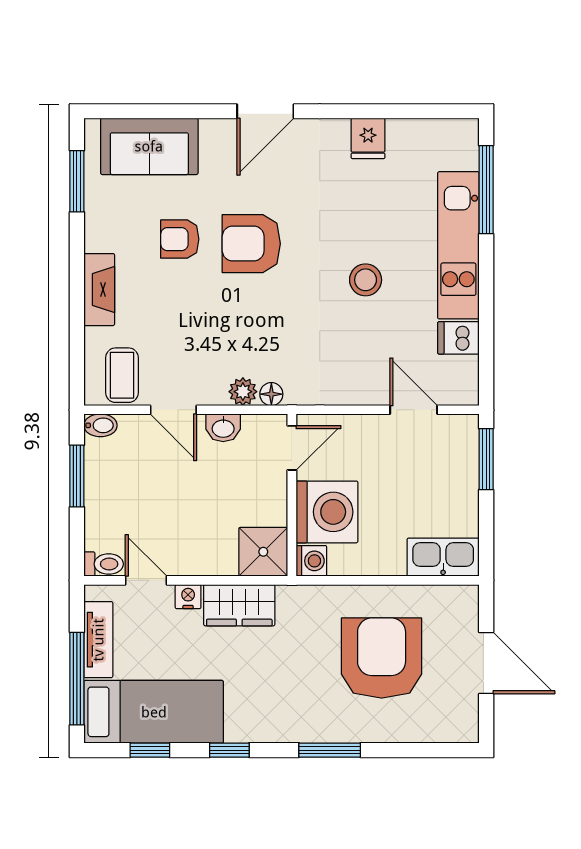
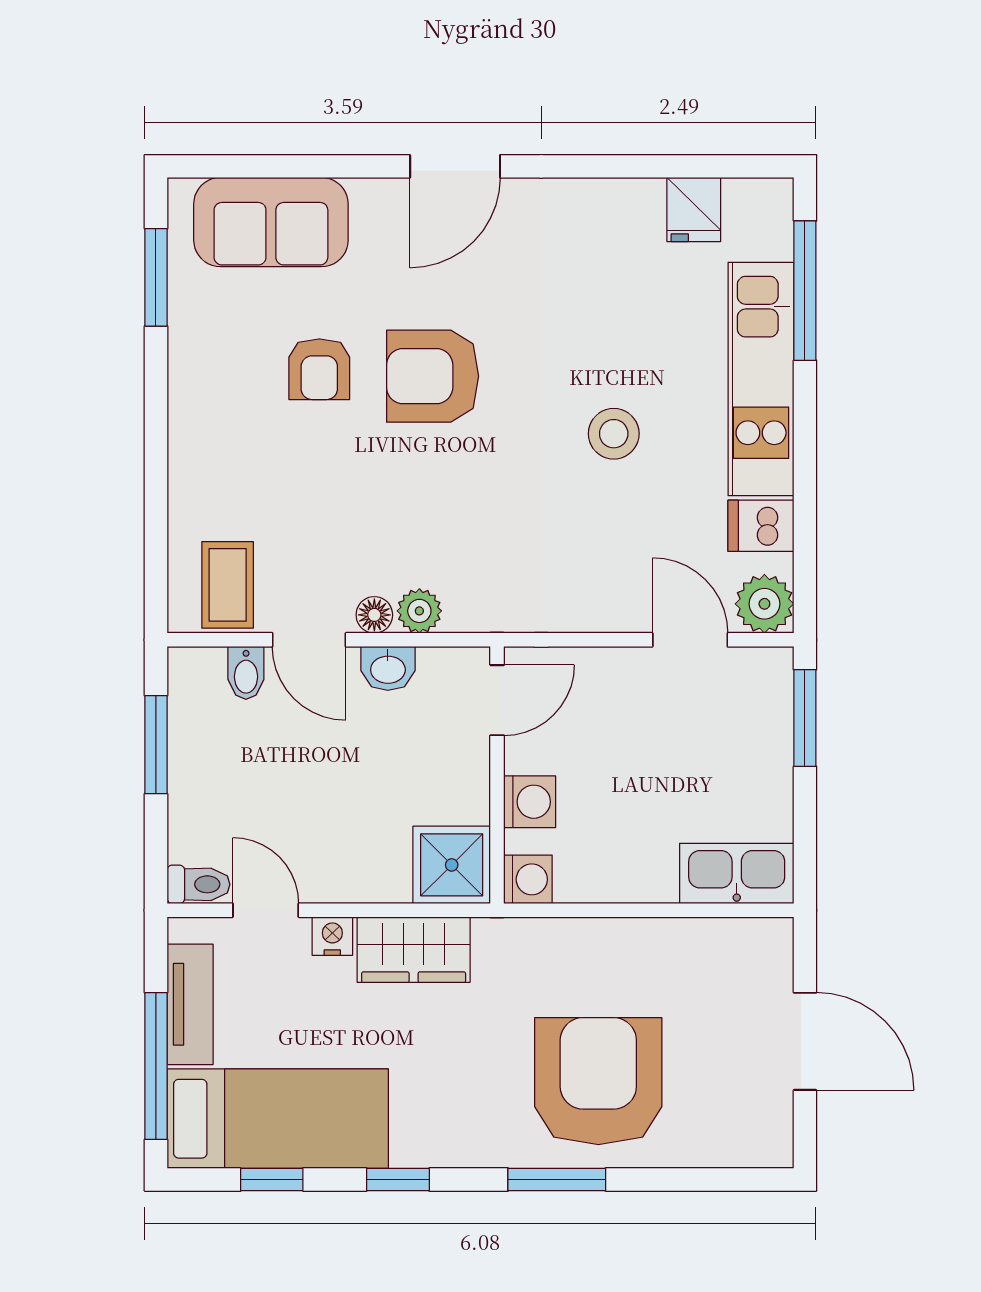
fridge: (368, 138) -> (694, 210), moved
armchair: (180, 239) -> (319, 369), turned -90
fireplace: (99, 290) -> (191, 449), removed
plant: (461, 387) -> (764, 604), added
floor lamp: (271, 394) -> (374, 615), moved
bidet: (100, 425) -> (246, 673), moved, turned 90
washing machine: (327, 512) -> (530, 802), width x0.53, depth x0.53
armchair: (382, 658) -> (598, 1081), moved

